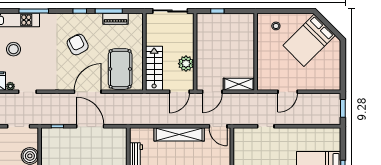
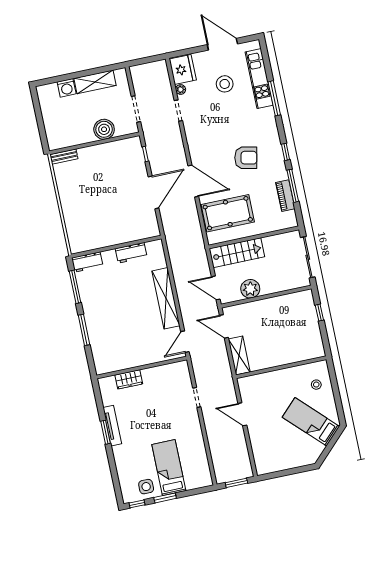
bed: (309, 40) -> (311, 422), width x0.67
armchair: (78, 45) -> (246, 158), turned 40

